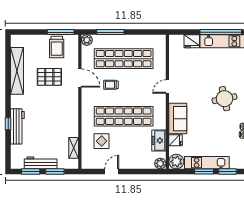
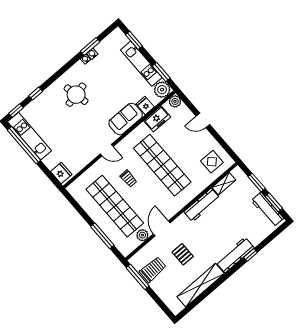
plant: (87, 40) -> (142, 235), moved
fridge: (192, 41) -> (61, 173), moved
pallet: (49, 77) -> (183, 254), width x0.67, depth x0.71
trolley: (111, 85) -> (128, 179), moved
workbench: (72, 120) -> (202, 205), added
workbench: (17, 126) -> (235, 255), moved
display table: (102, 141) -> (212, 162), moved
workbench: (41, 163) -> (267, 209), moved
door: (112, 172) -> (203, 120), moved
window: (204, 172) -> (161, 72), moved

